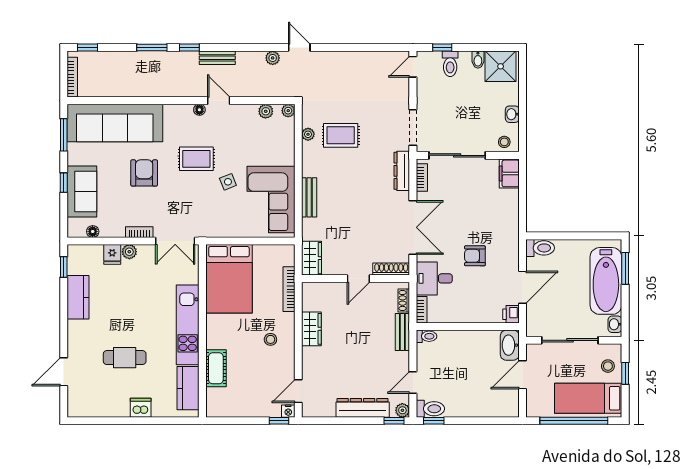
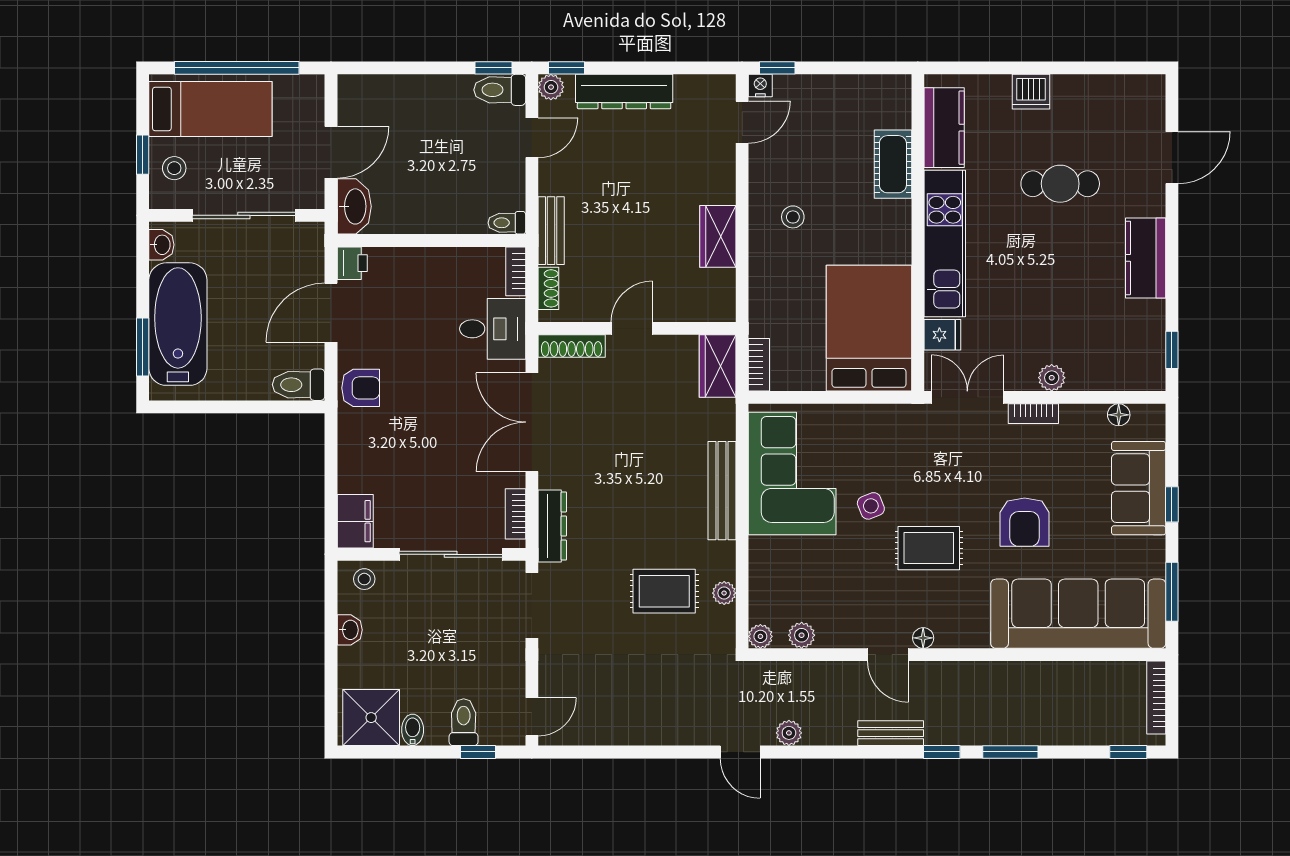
bench: (309, 197) -> (722, 491), width x1.36
fridge: (112, 254) -> (942, 335), moved, turned 90
armchair: (475, 256) -> (361, 388), moved
bookcase: (289, 289) -> (759, 365), moved, width x0.64
kitchen counter: (78, 297) -> (1146, 258), moved

